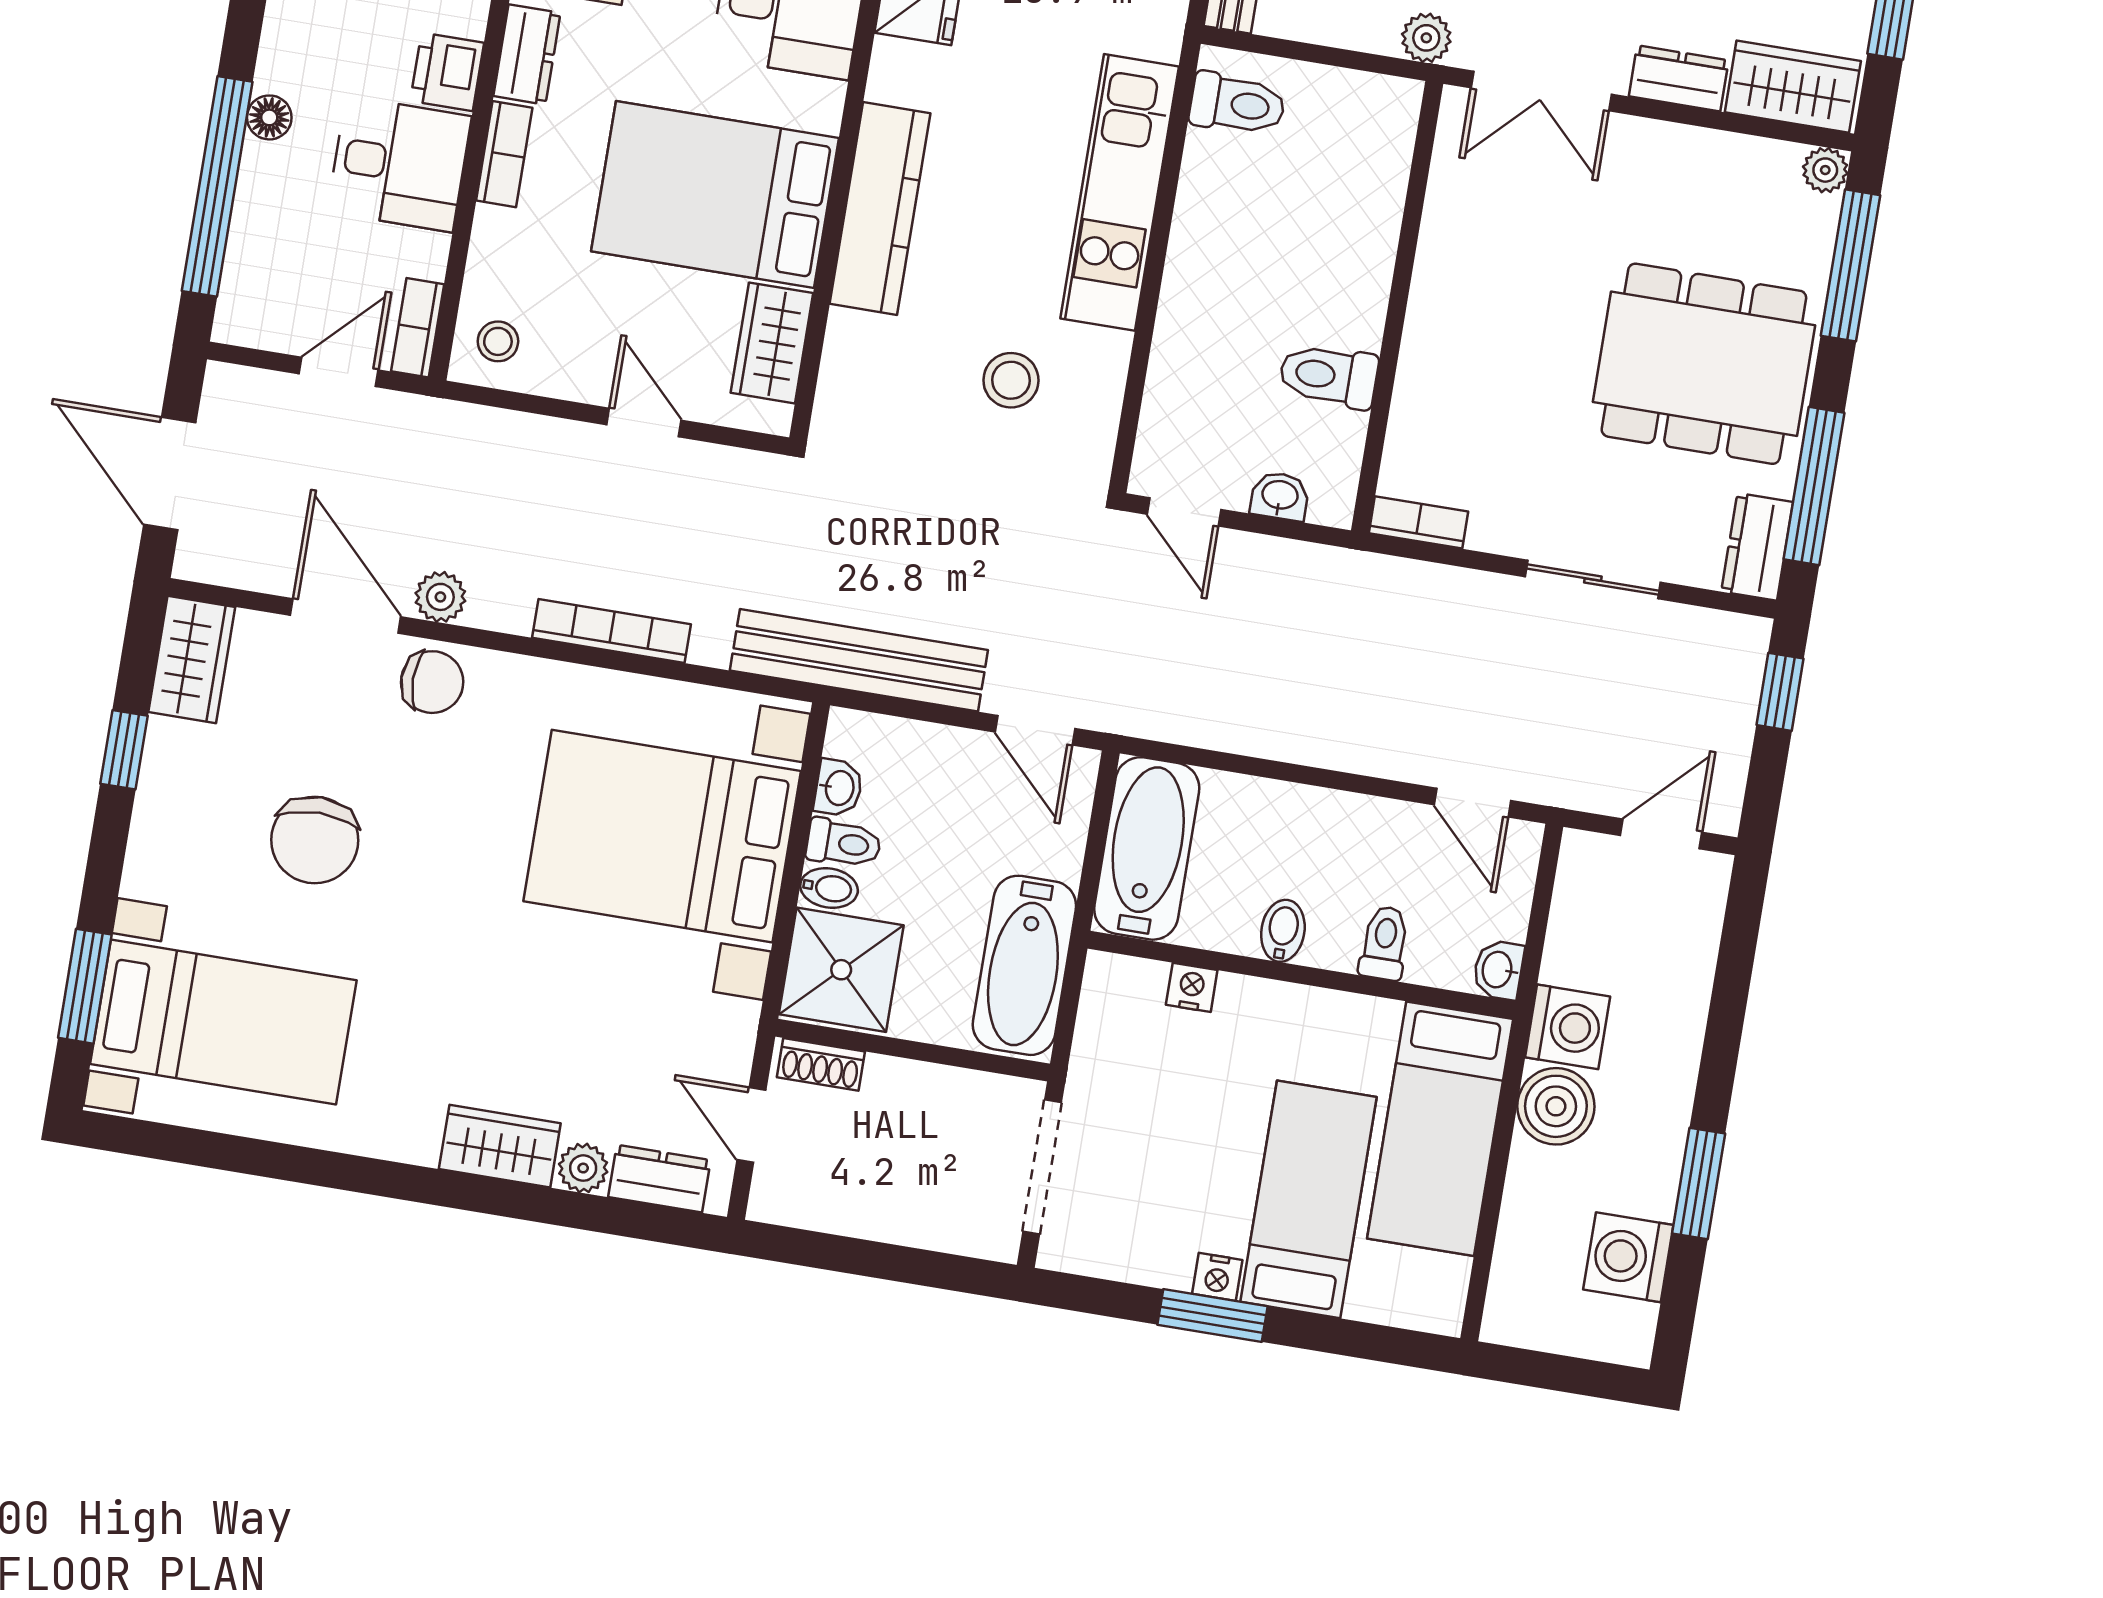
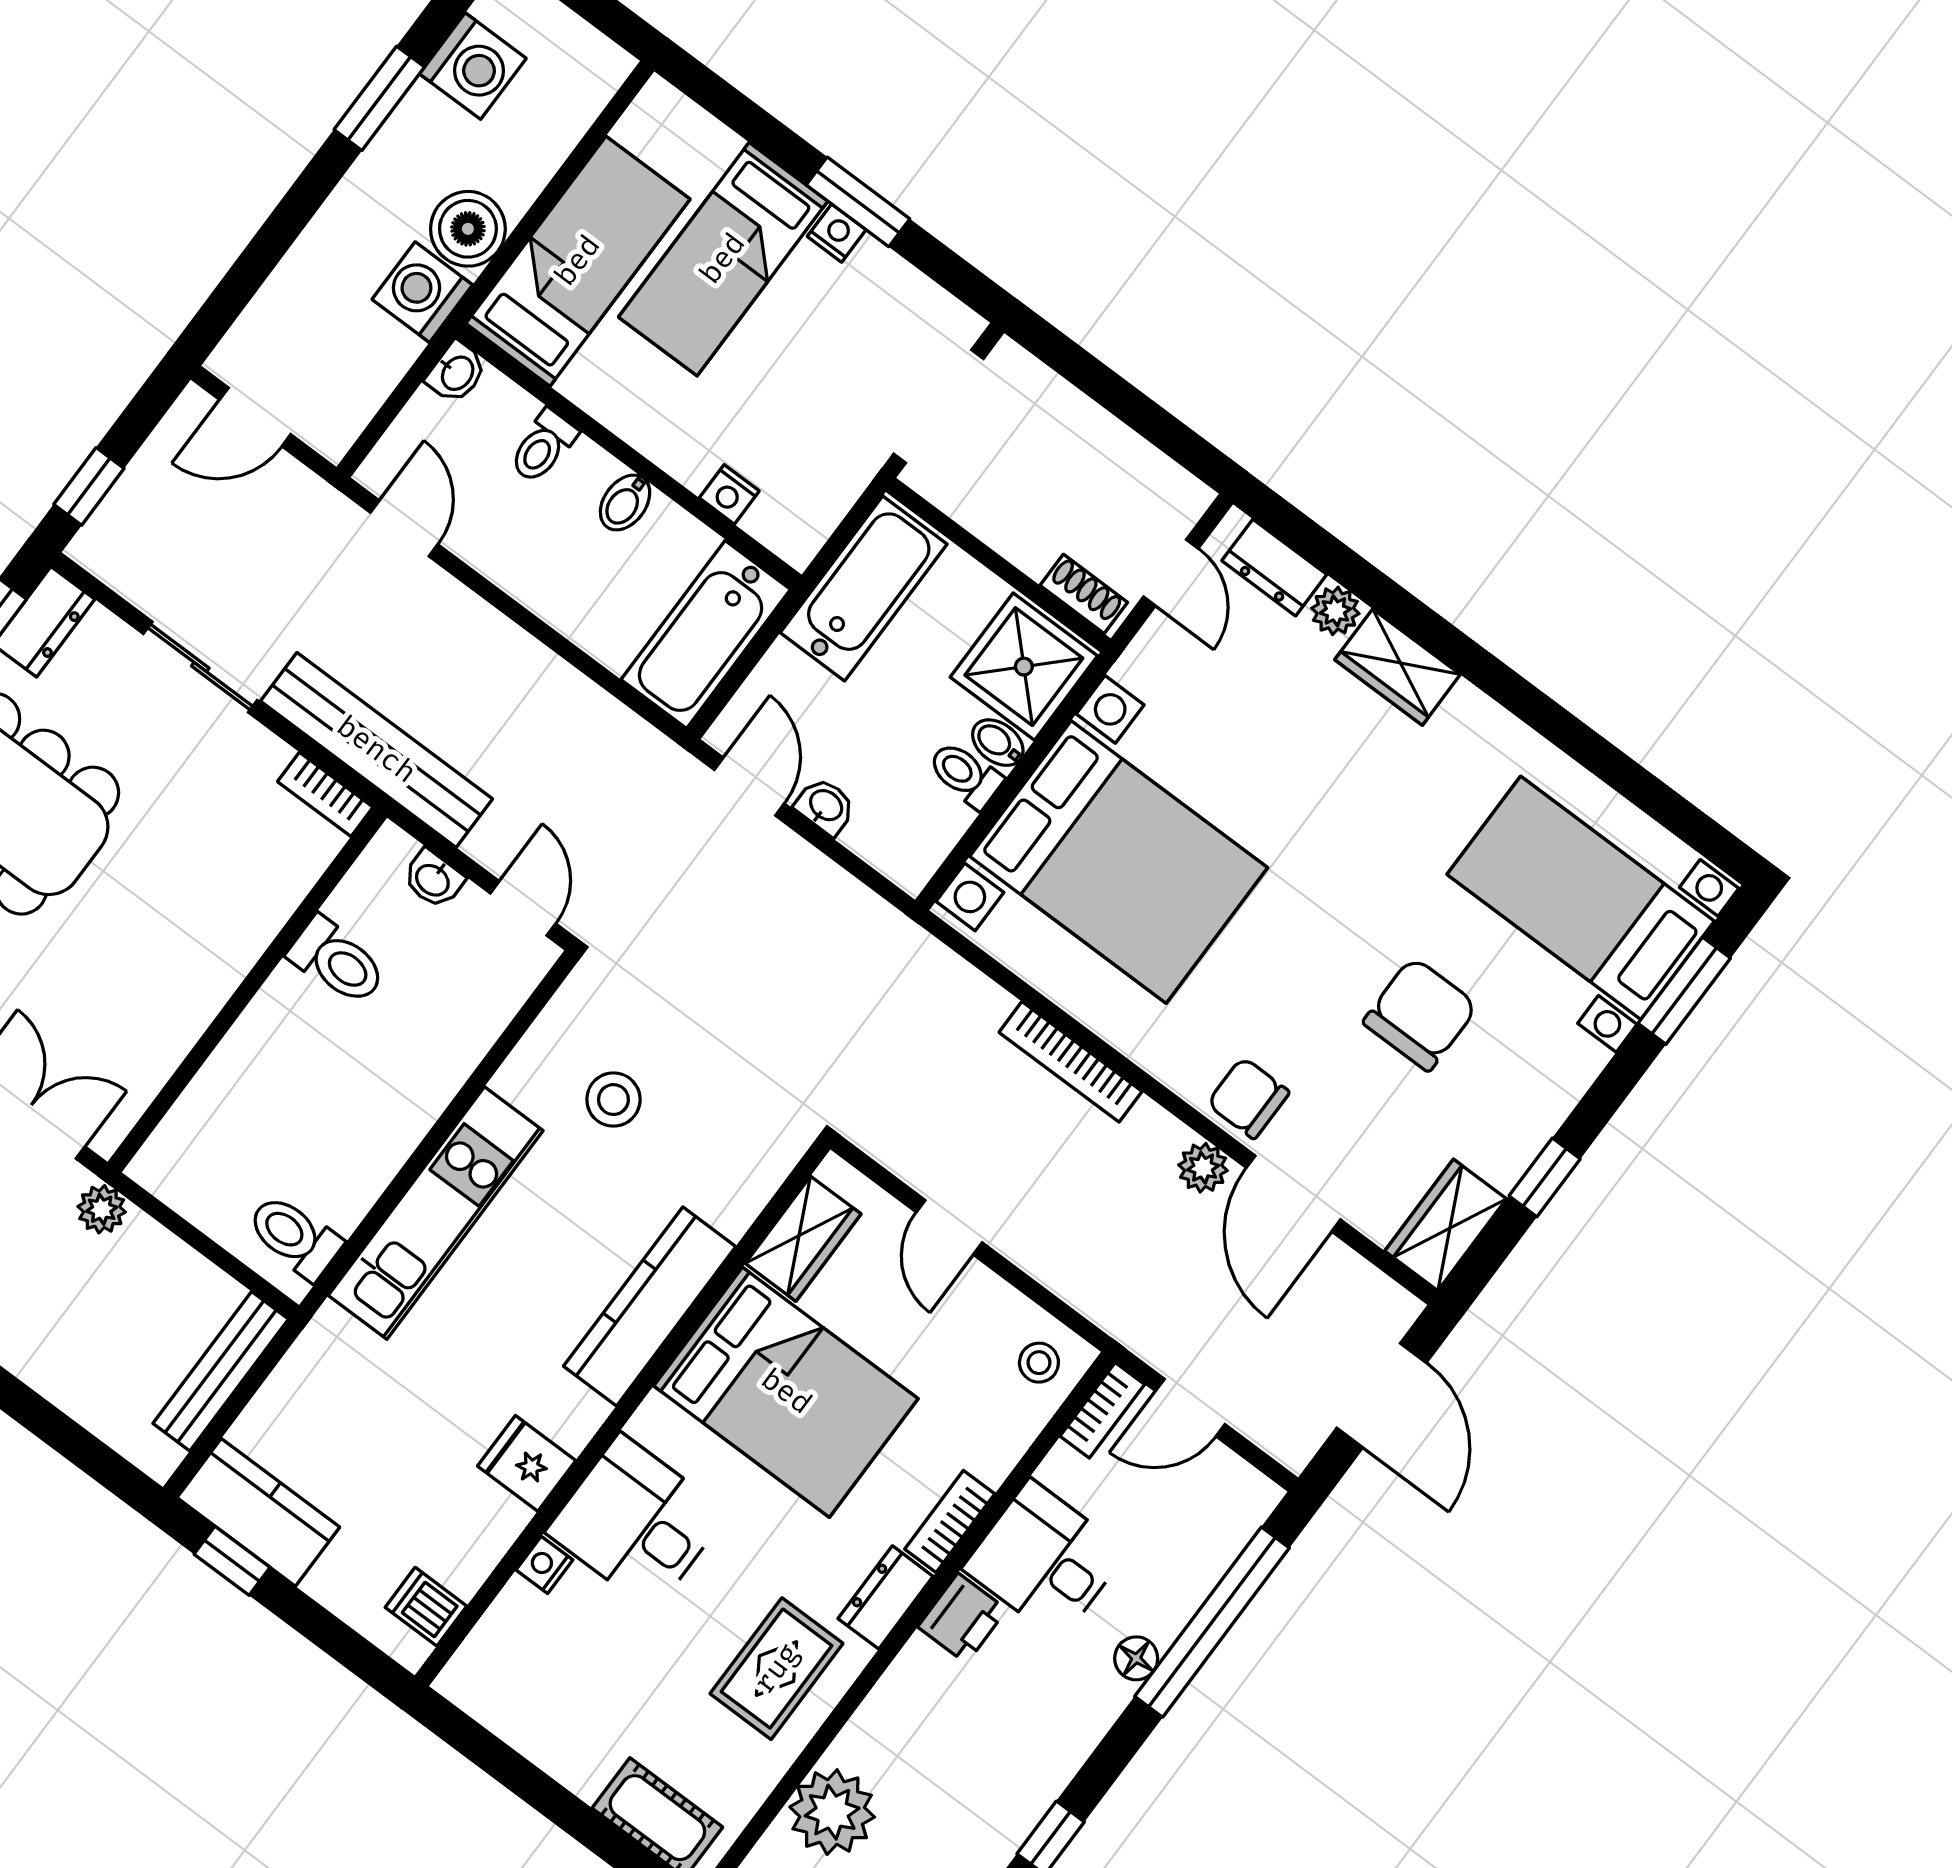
bench: (859, 660) -> (376, 750), moved
washbasin: (838, 788) -> (825, 806), moved, turned 90

